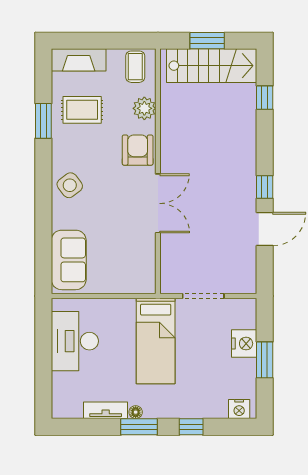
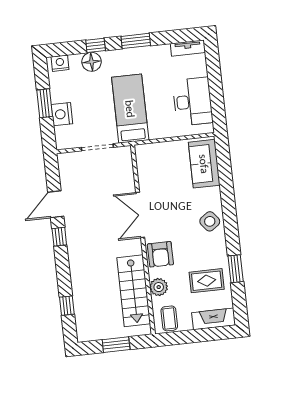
stairs: (212, 66) -> (134, 291), moved, turned -90
tv unit: (106, 410) -> (188, 48), moved
floor lamp: (136, 412) -> (92, 62), moved, width x1.89, depth x1.89

